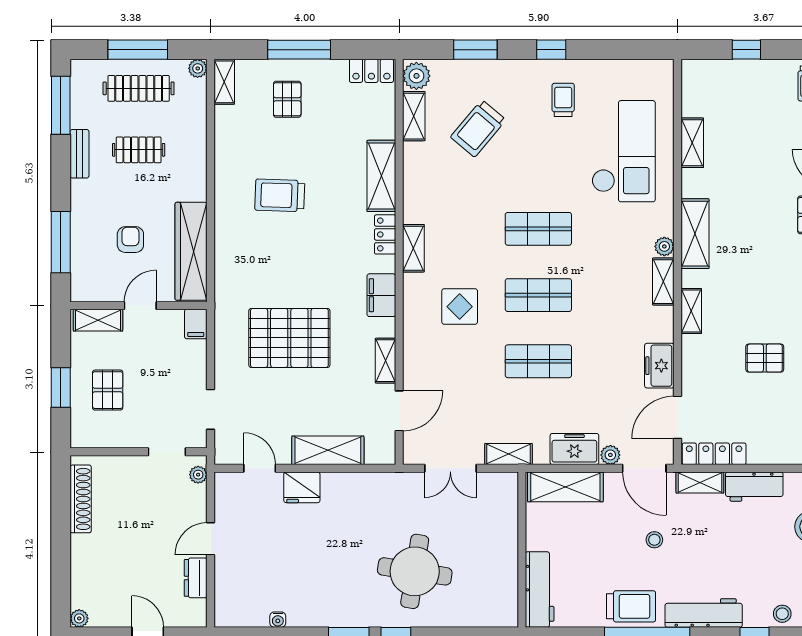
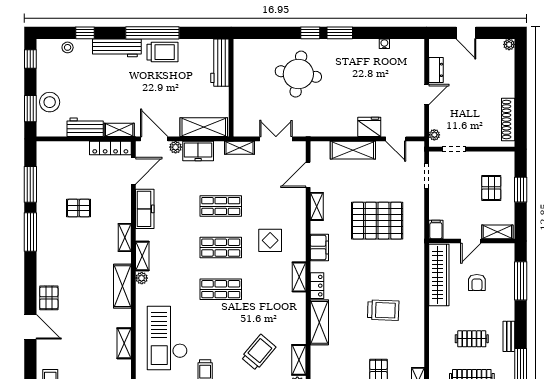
freezer: (659, 366) -> (145, 209), width x1.40
stool: (654, 540) -> (148, 94), removed
trolley: (631, 606) -> (162, 52), turned 180

